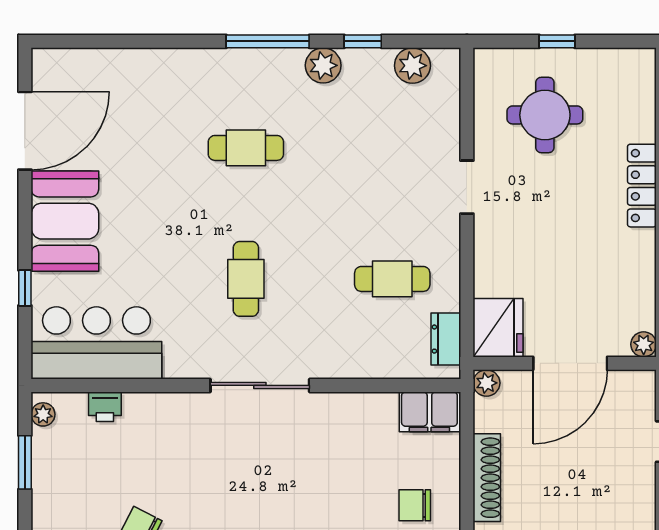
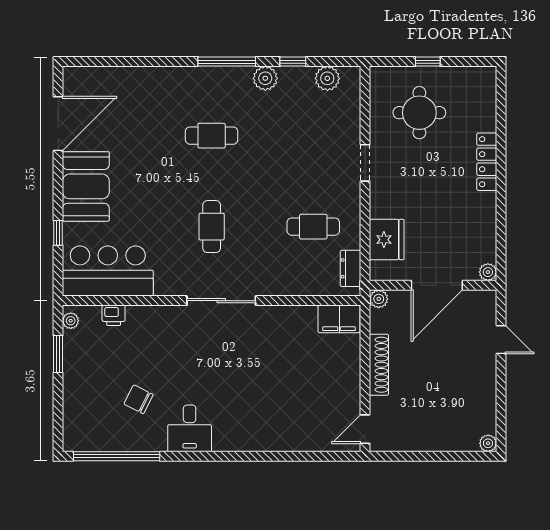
fridge: (498, 328) -> (387, 240), moved
chair: (415, 505) -> (329, 384), removed

